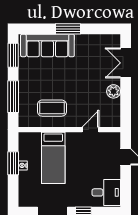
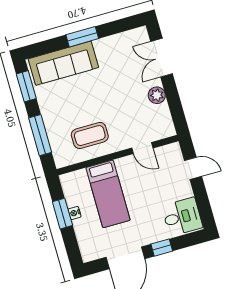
door: (90, 130) -> (142, 148), swing flipped

